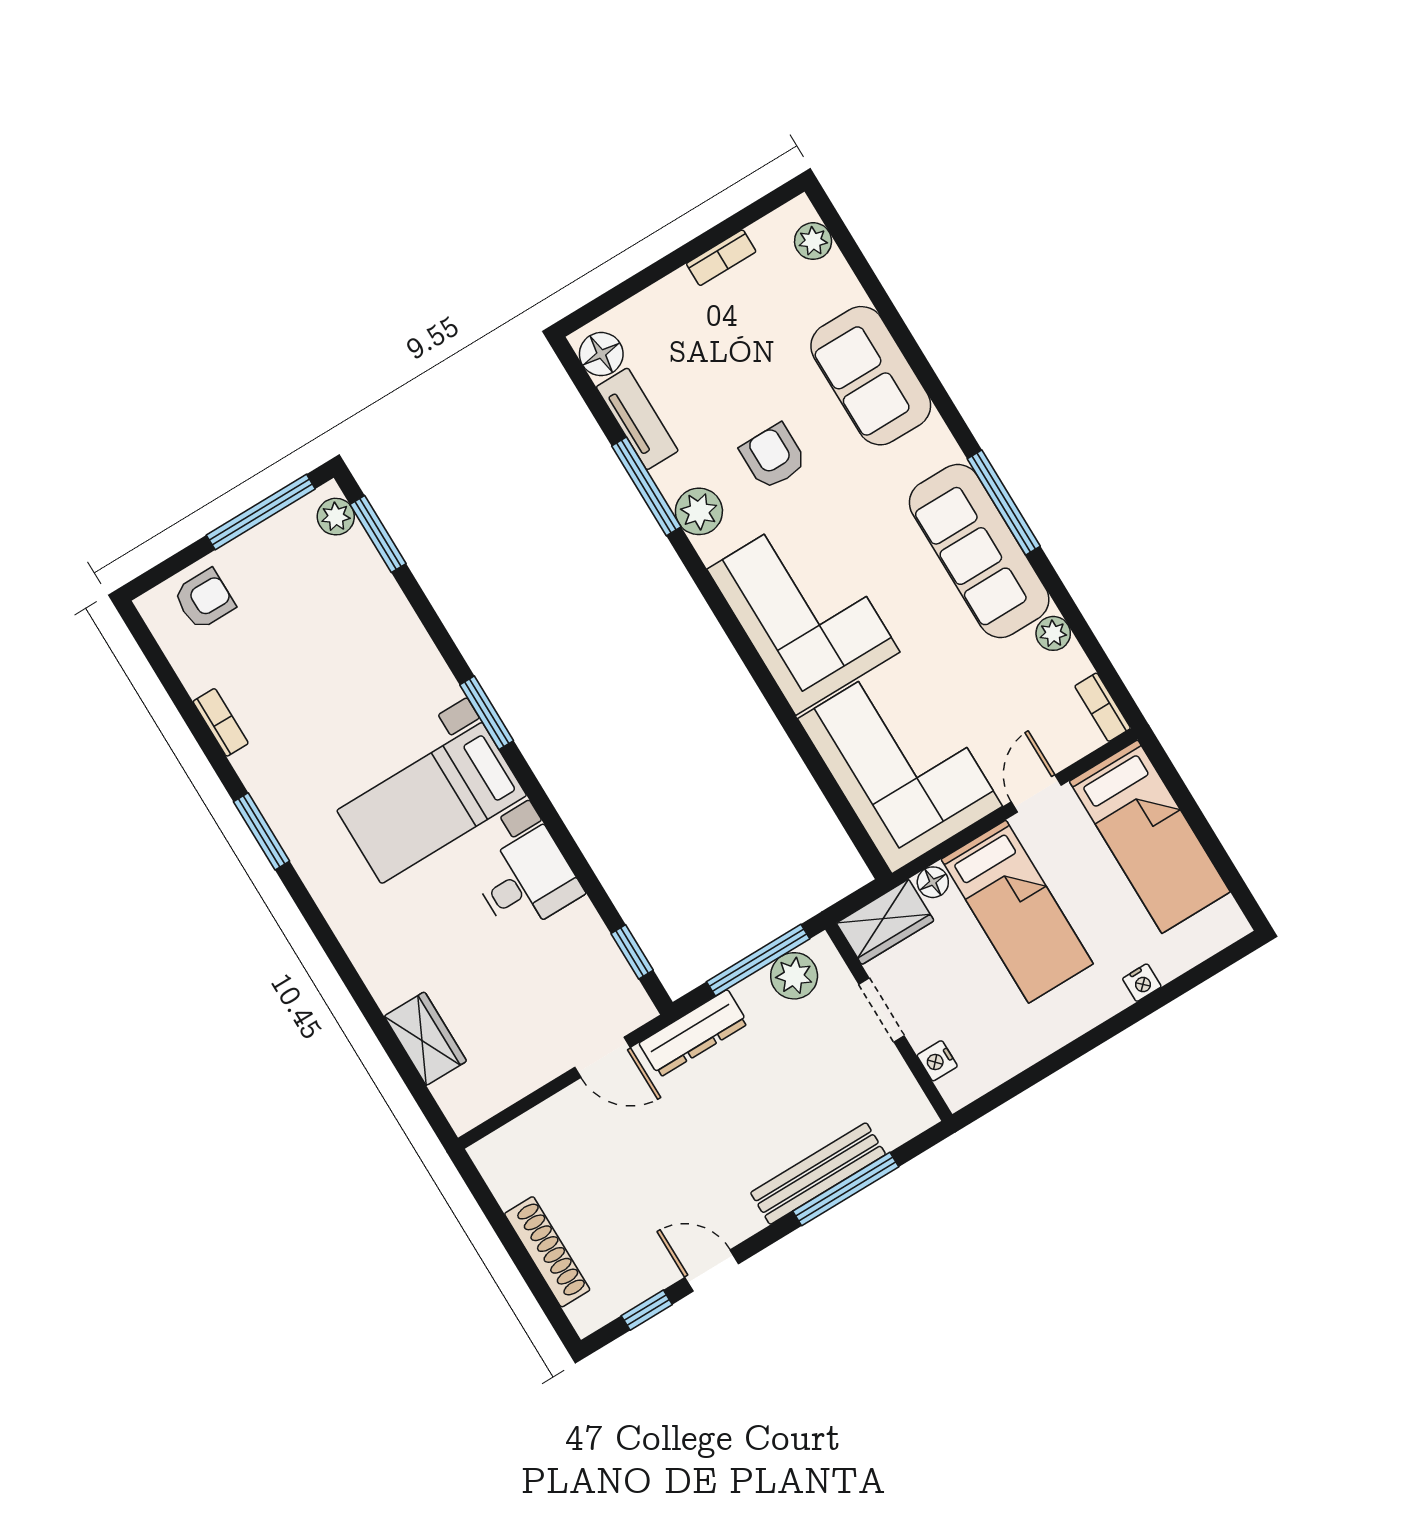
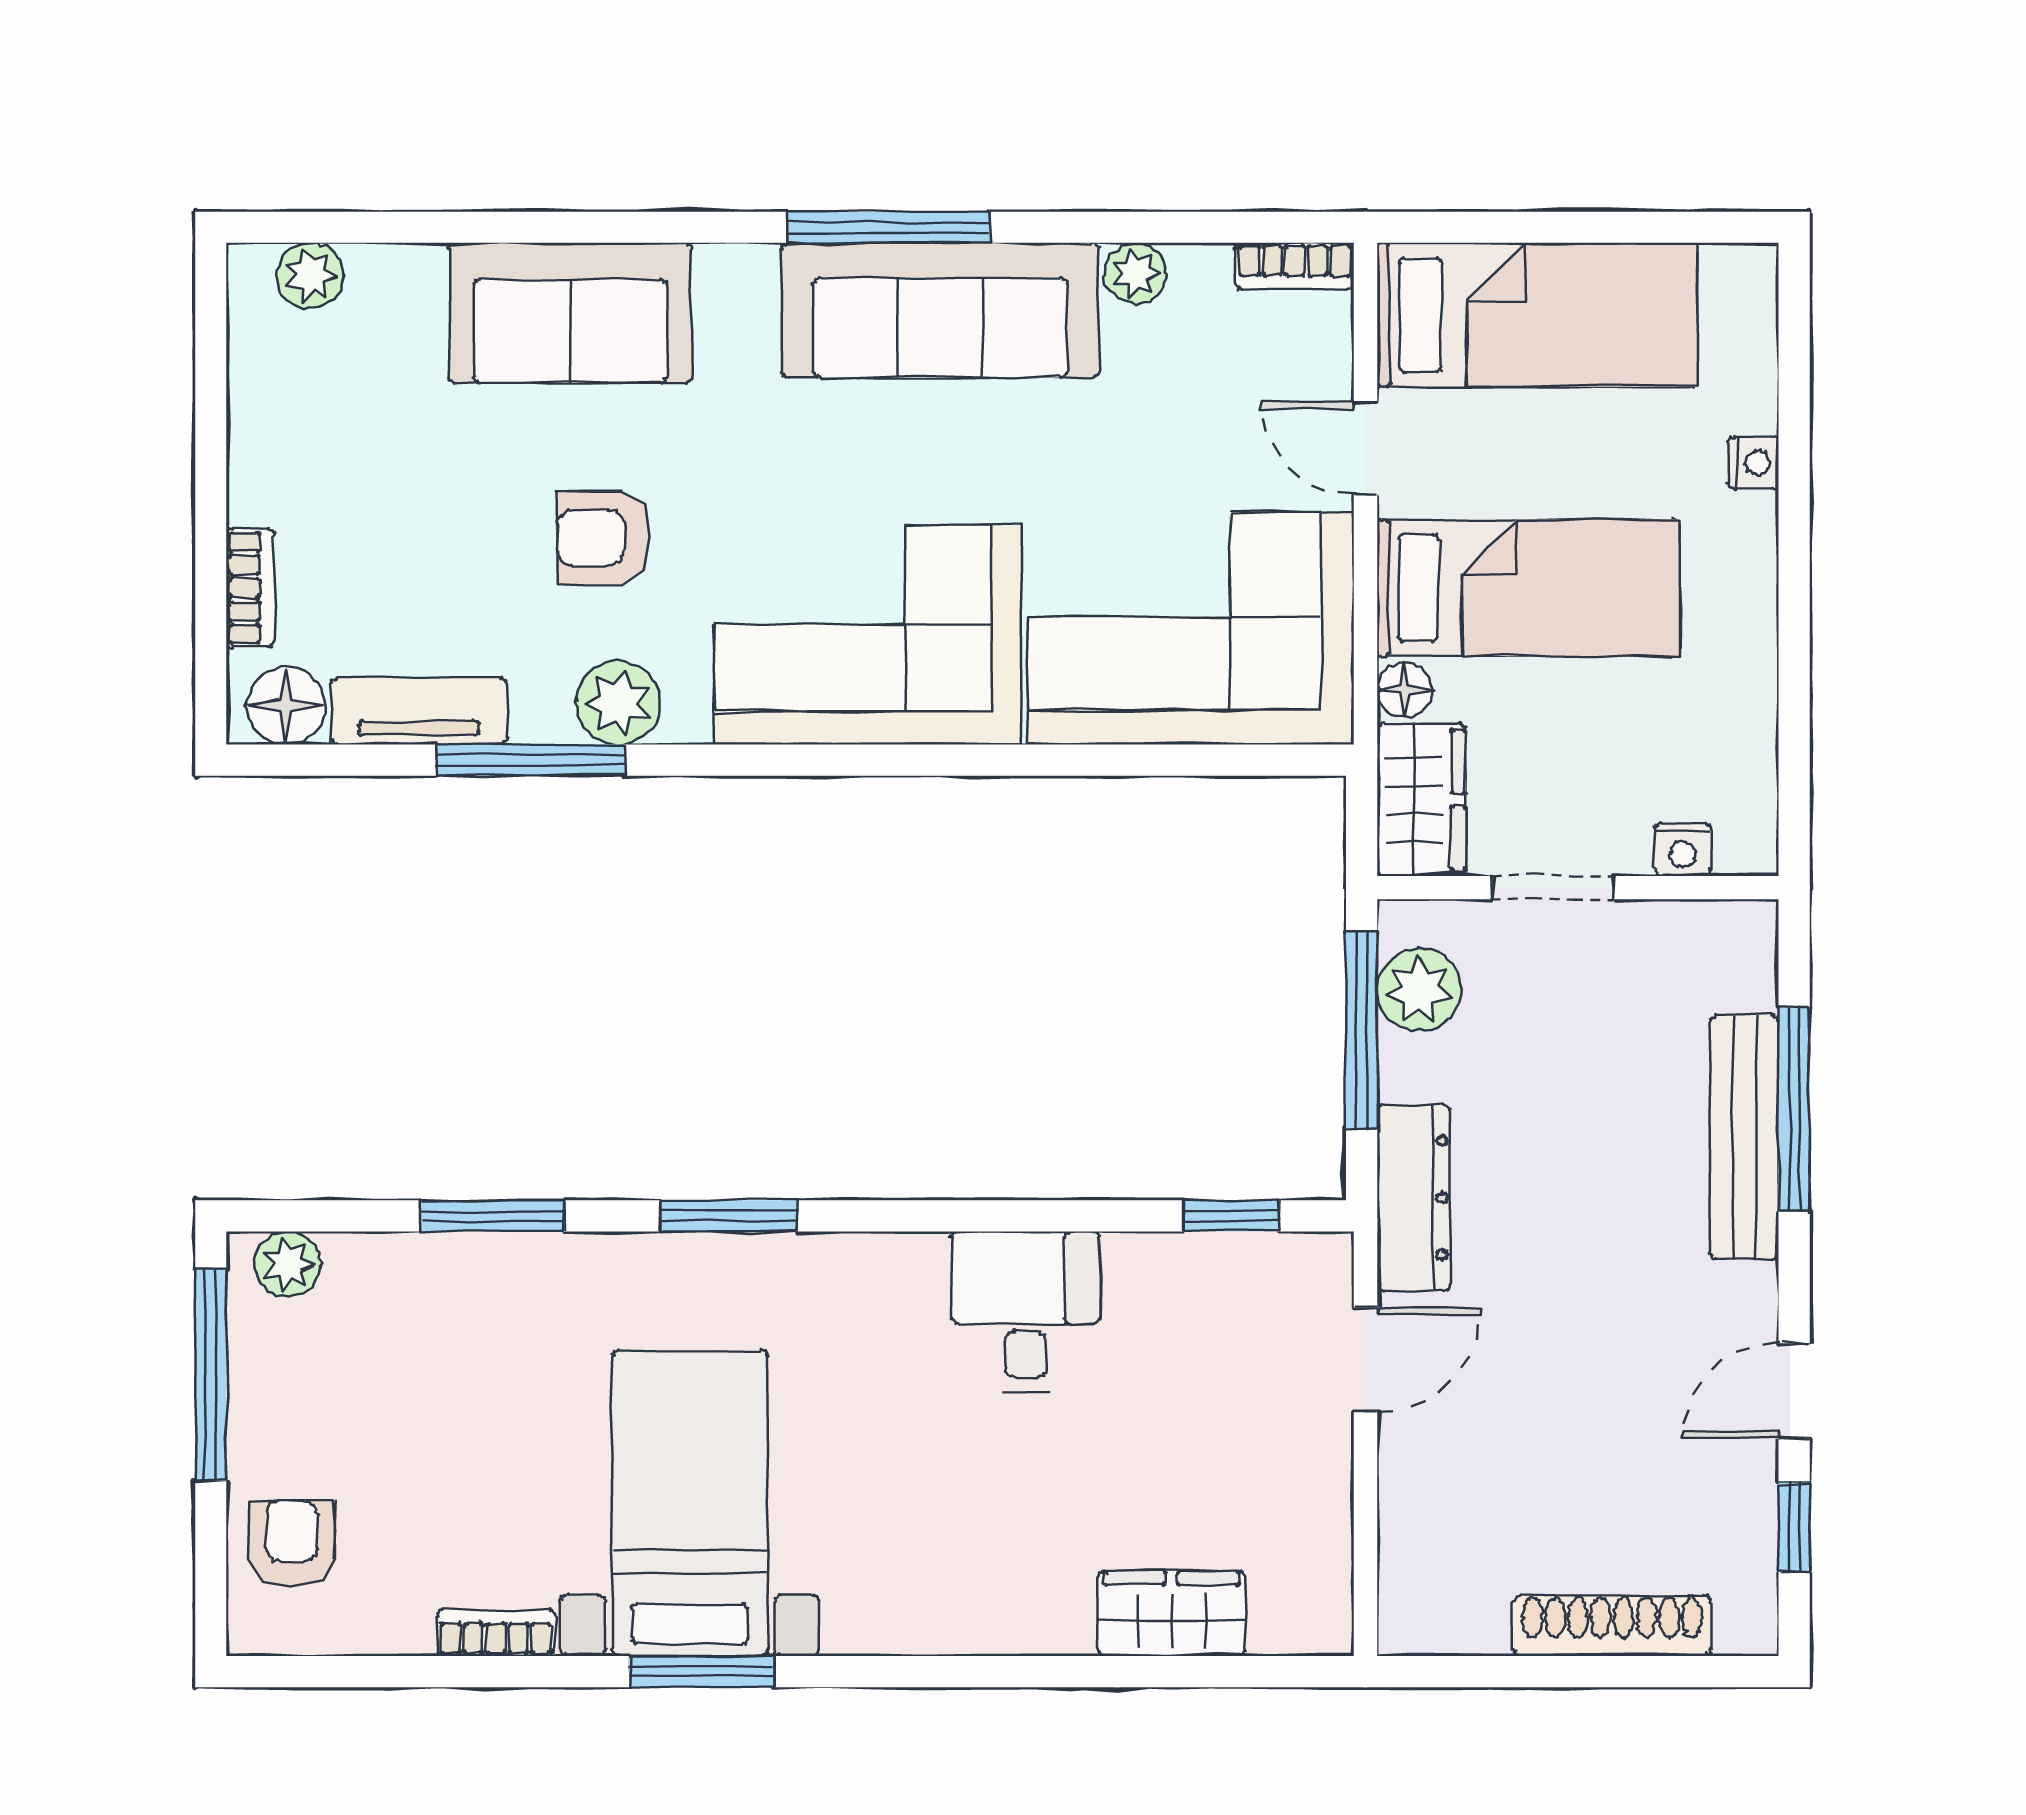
bookcase: (721, 258) -> (250, 588), moved
window: (378, 534) -> (492, 1216), moved
bed with nightstands: (432, 803) -> (690, 1503), moved, turned 180

